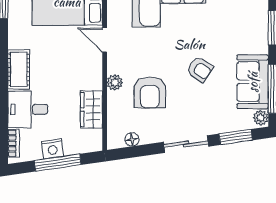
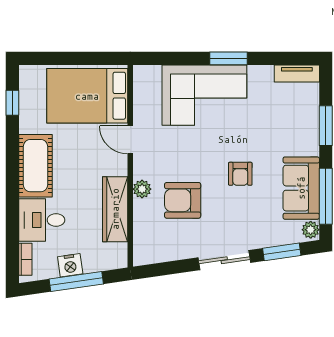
armchair: (200, 69) -> (240, 174), turned 56
cot: (19, 70) -> (35, 166), width x1.37, depth x1.34
armchair: (150, 92) -> (183, 200), turned 90
wardrobe: (91, 110) -> (115, 209), width x1.50
floor lamp: (132, 139) -> (162, 255), removed

